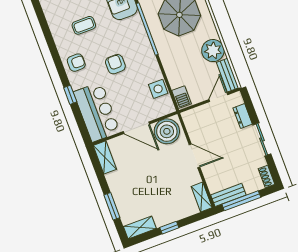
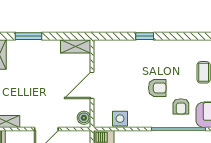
armchair: (76, 63) -> (181, 106), moved
bar counter: (97, 112) -> (120, 54), removed
boiler: (167, 131) -> (84, 118), width x0.54, depth x0.54

